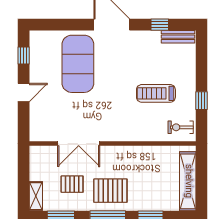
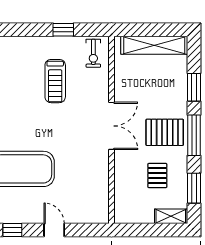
double door: (79, 143) -> (111, 126), moved
pallet: (110, 191) -> (165, 132), turned 90

